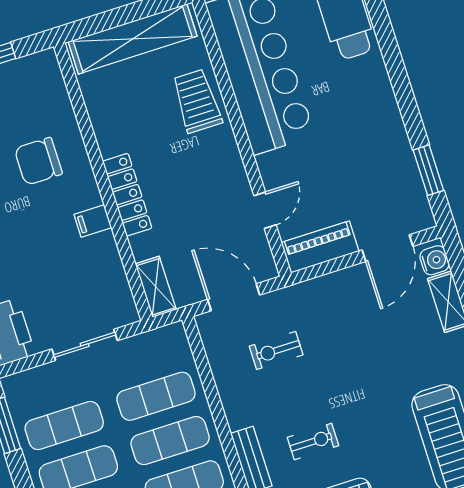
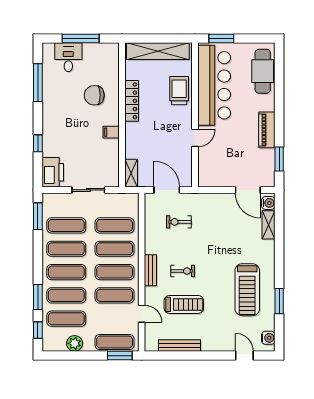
locker: (127, 195) -> (132, 101), moved
door: (265, 210) -> (195, 138), moved
piano: (320, 247) -> (267, 130), moved, turned -90
door: (387, 248) -> (248, 190), hinge flipped

